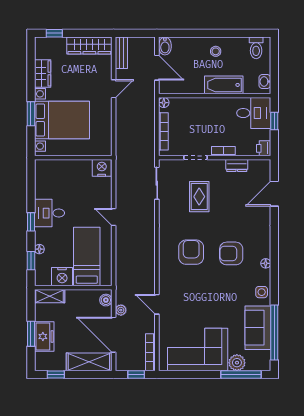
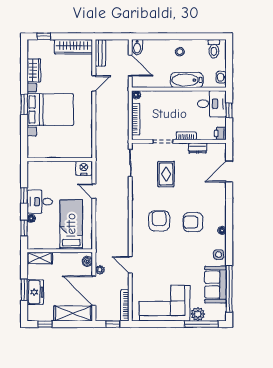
wall: (73, 158) -> (60, 160), moved
nightstand: (102, 168) -> (84, 168), moved
desk: (49, 213) -> (40, 202), moved
nightstand: (62, 277) -> (50, 242), removed

